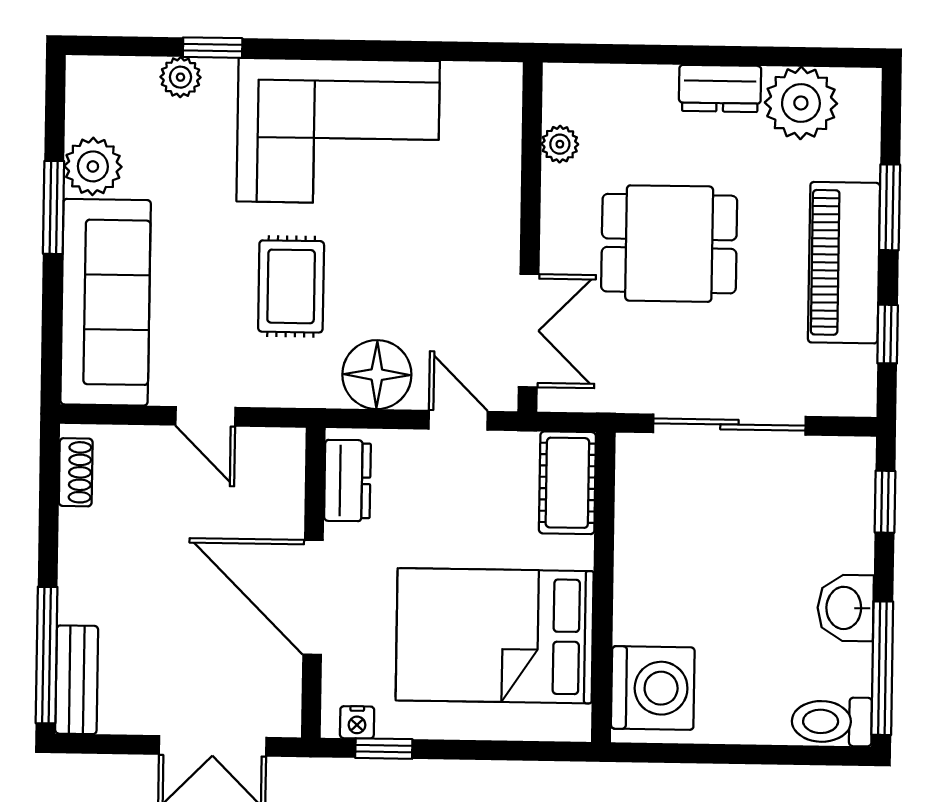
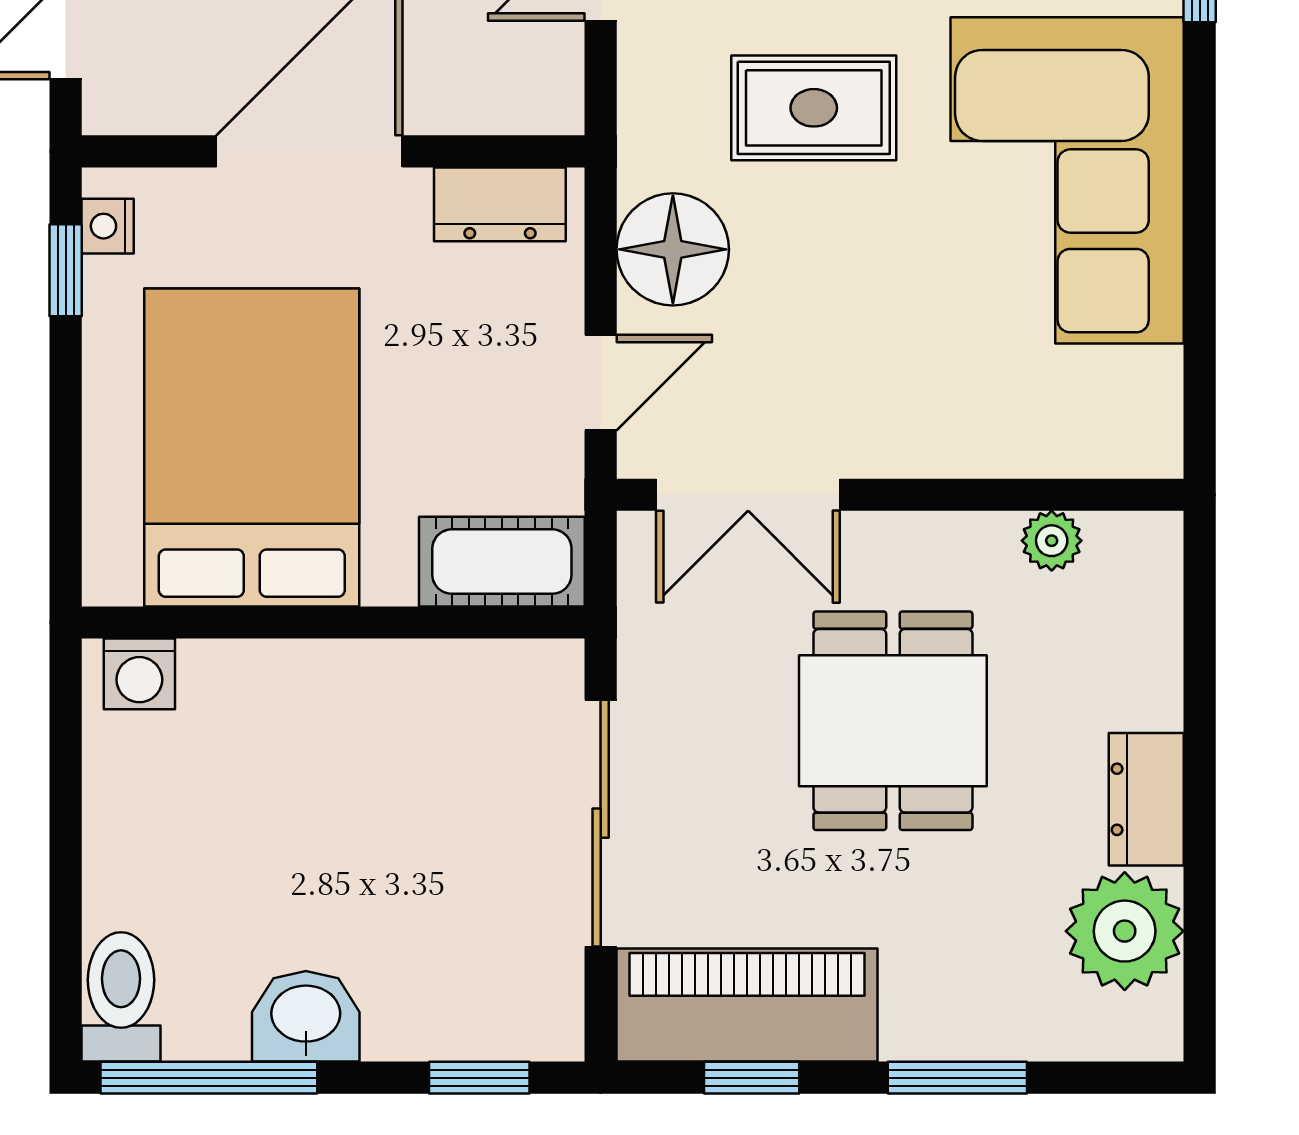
piano: (844, 263) -> (747, 1005), moved
washing machine: (653, 688) -> (139, 674), width x0.53, depth x0.53

